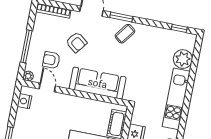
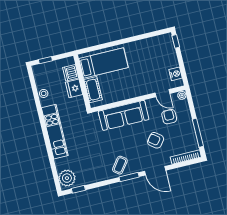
window: (26, 46) -> (198, 133), moved
plant: (183, 59) -> (67, 178), moved
armchair: (51, 60) -> (169, 117), turned -90

